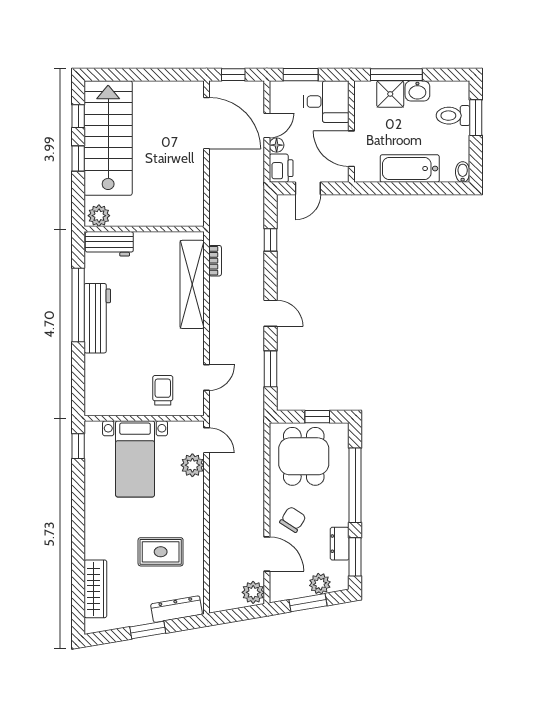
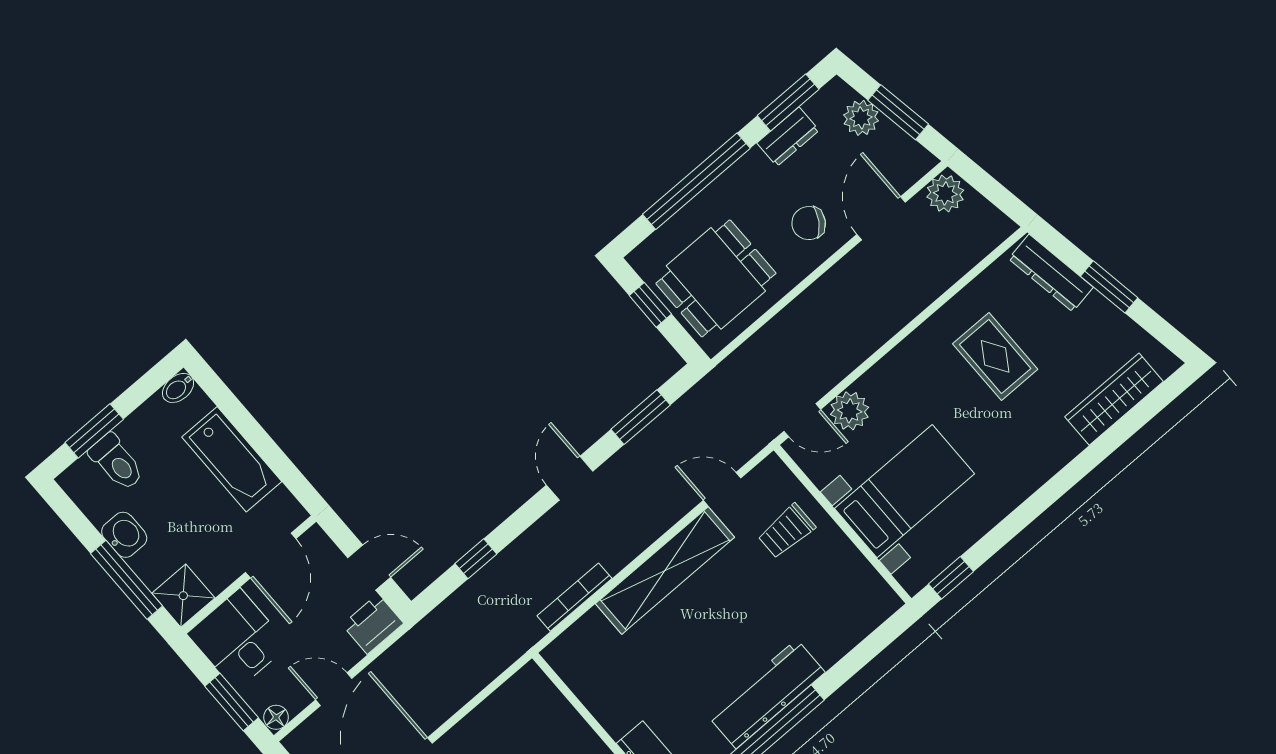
shower: (390, 94) -> (183, 596), moved
floor lamp: (277, 145) -> (276, 717), moved
bookcase: (215, 261) -> (574, 597), width x1.56
shelving: (192, 284) -> (665, 570), moved
door: (207, 440) -> (802, 420), swing flipped

